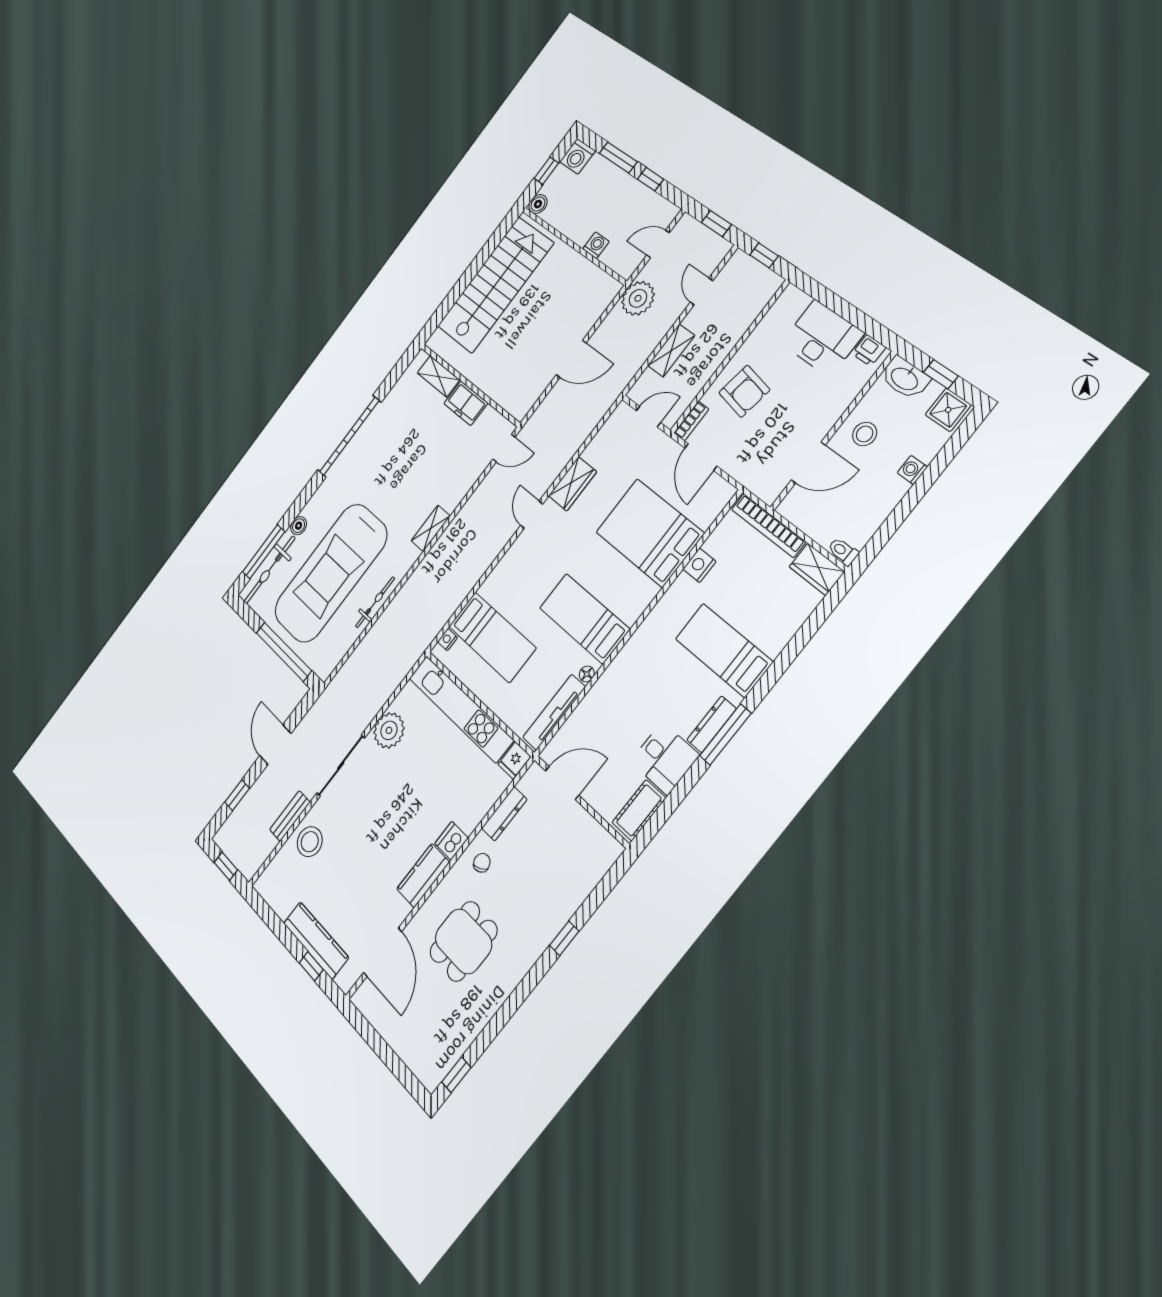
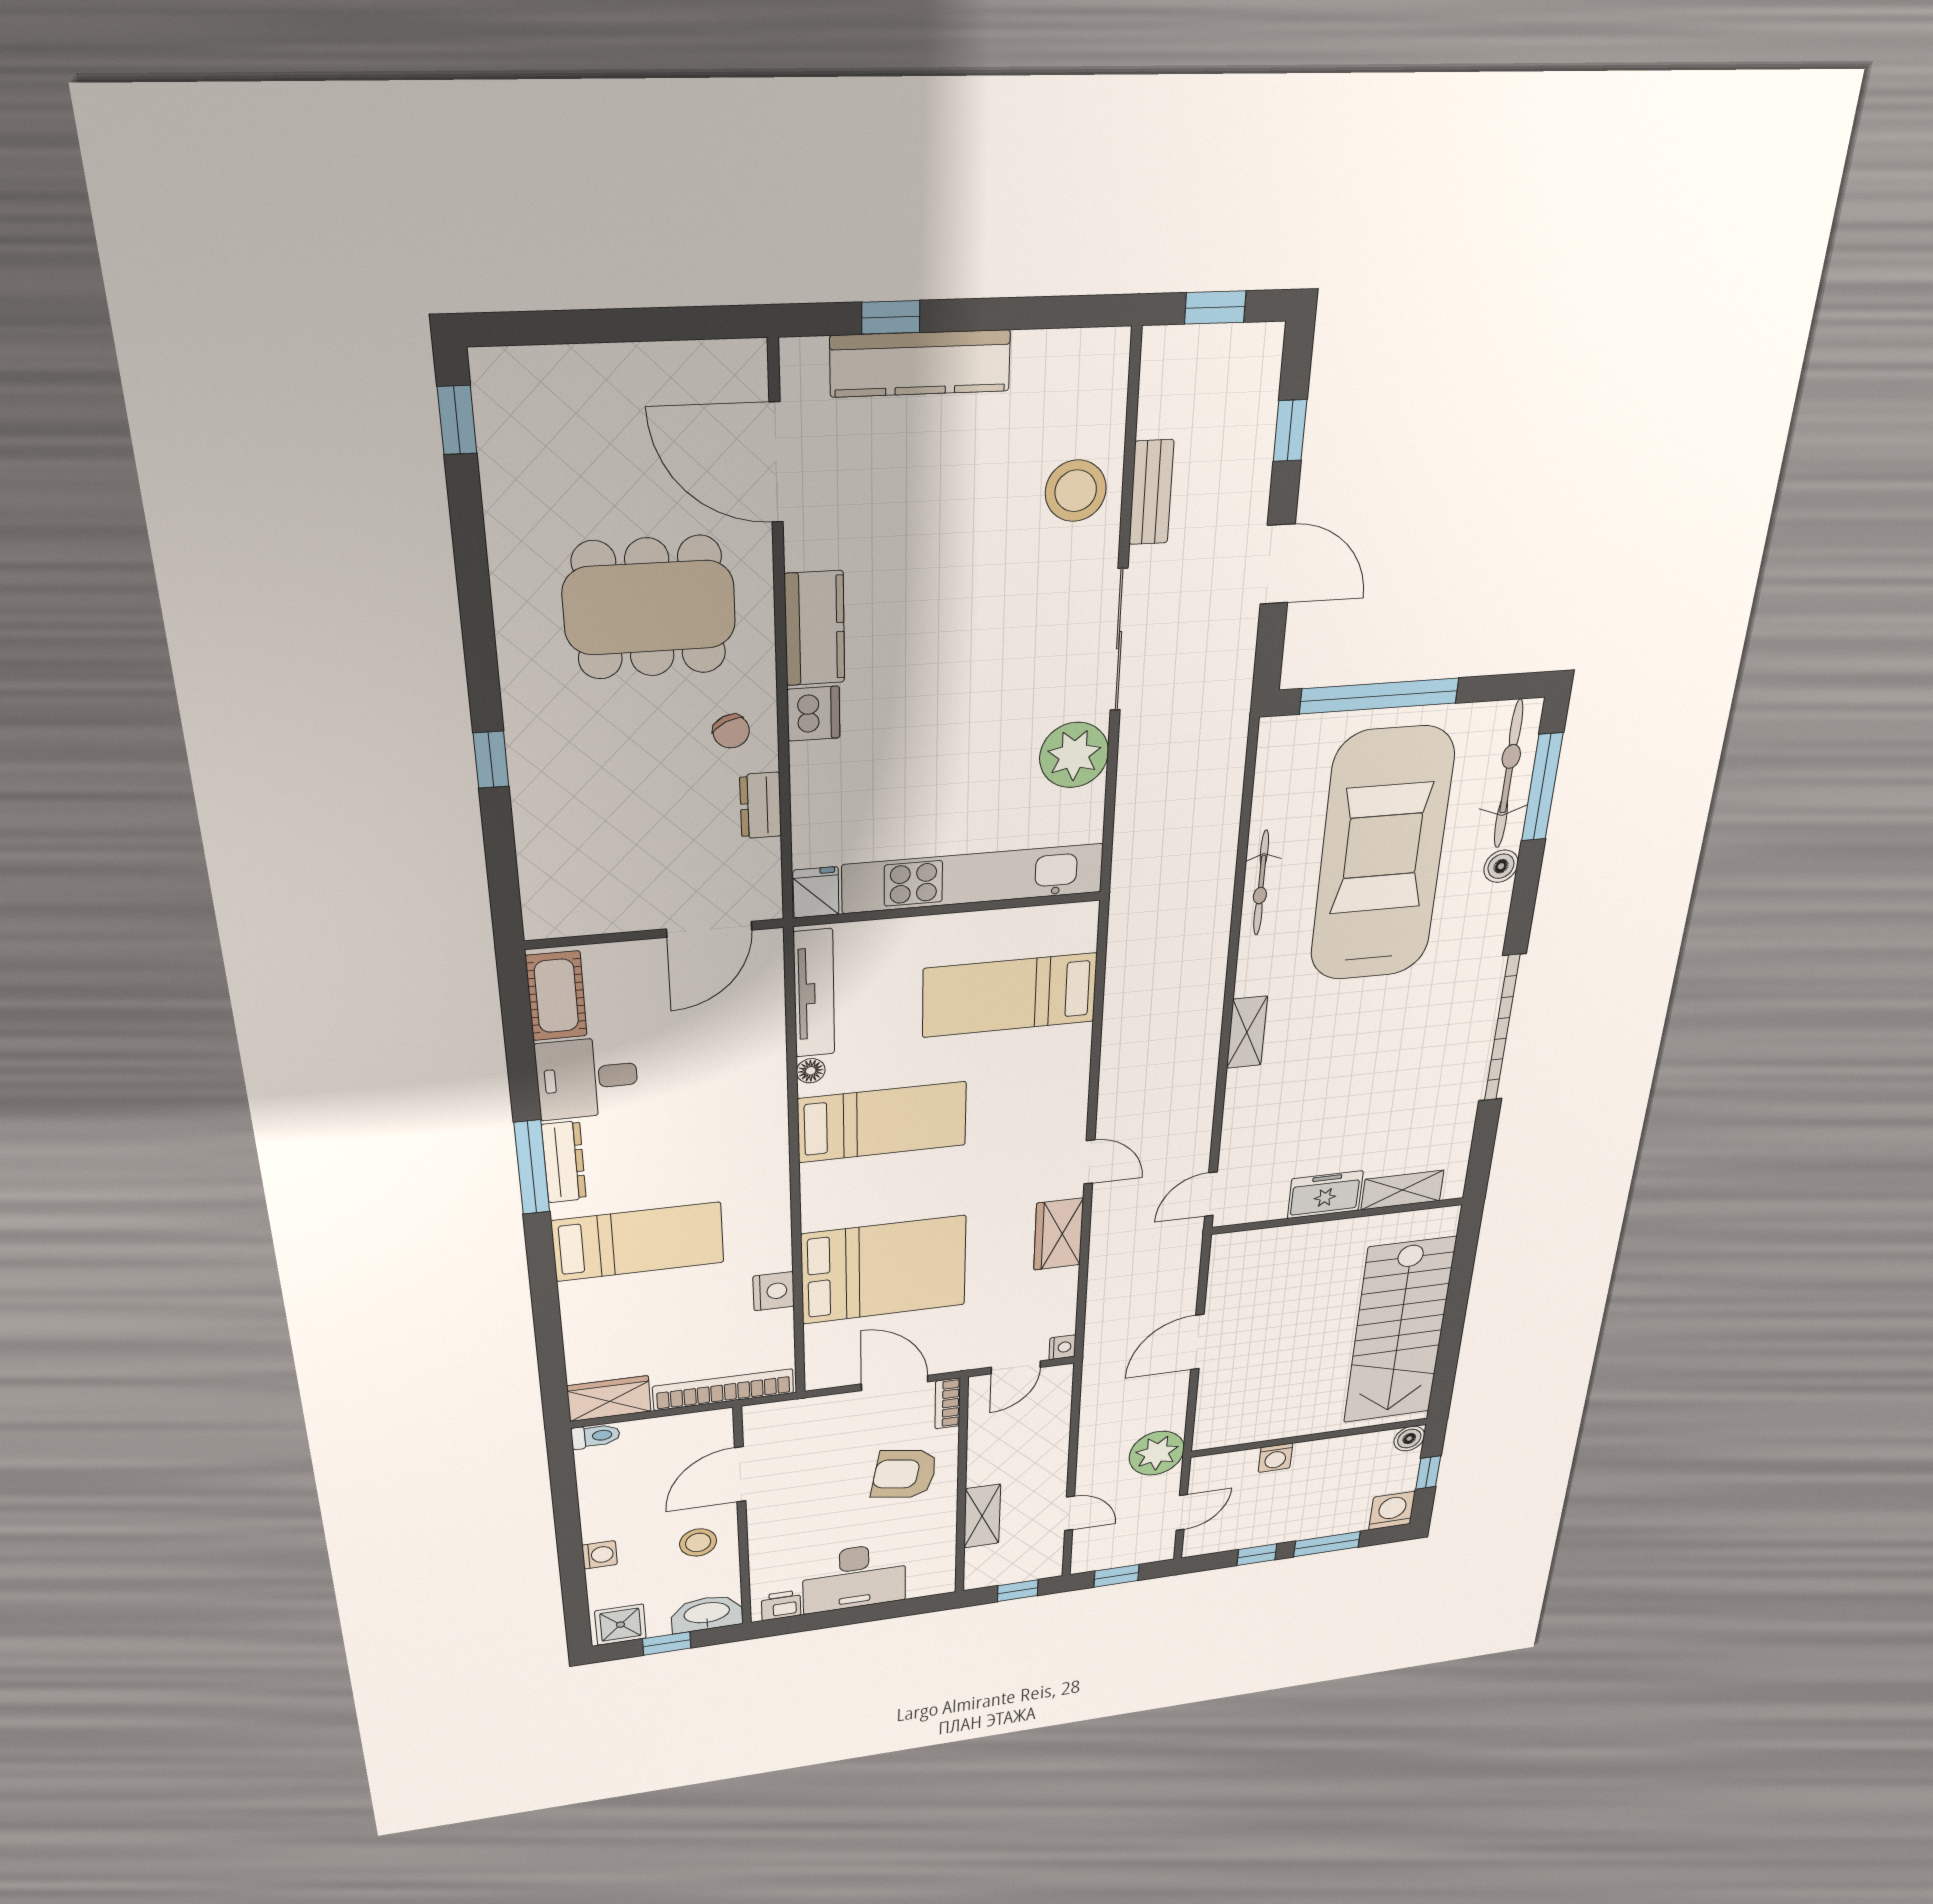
shelving: (671, 351) -> (982, 1516), moved
nightstand: (448, 640) -> (1062, 1347), moved
dresser: (504, 814) -> (761, 806), width x0.70
dining table: (463, 941) -> (649, 608), width x1.38

